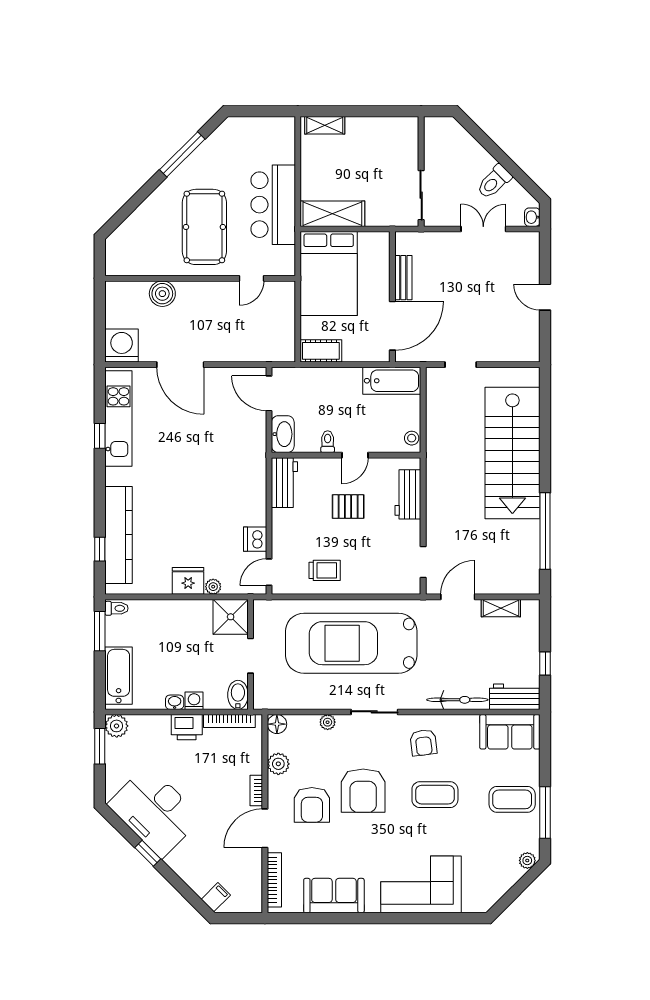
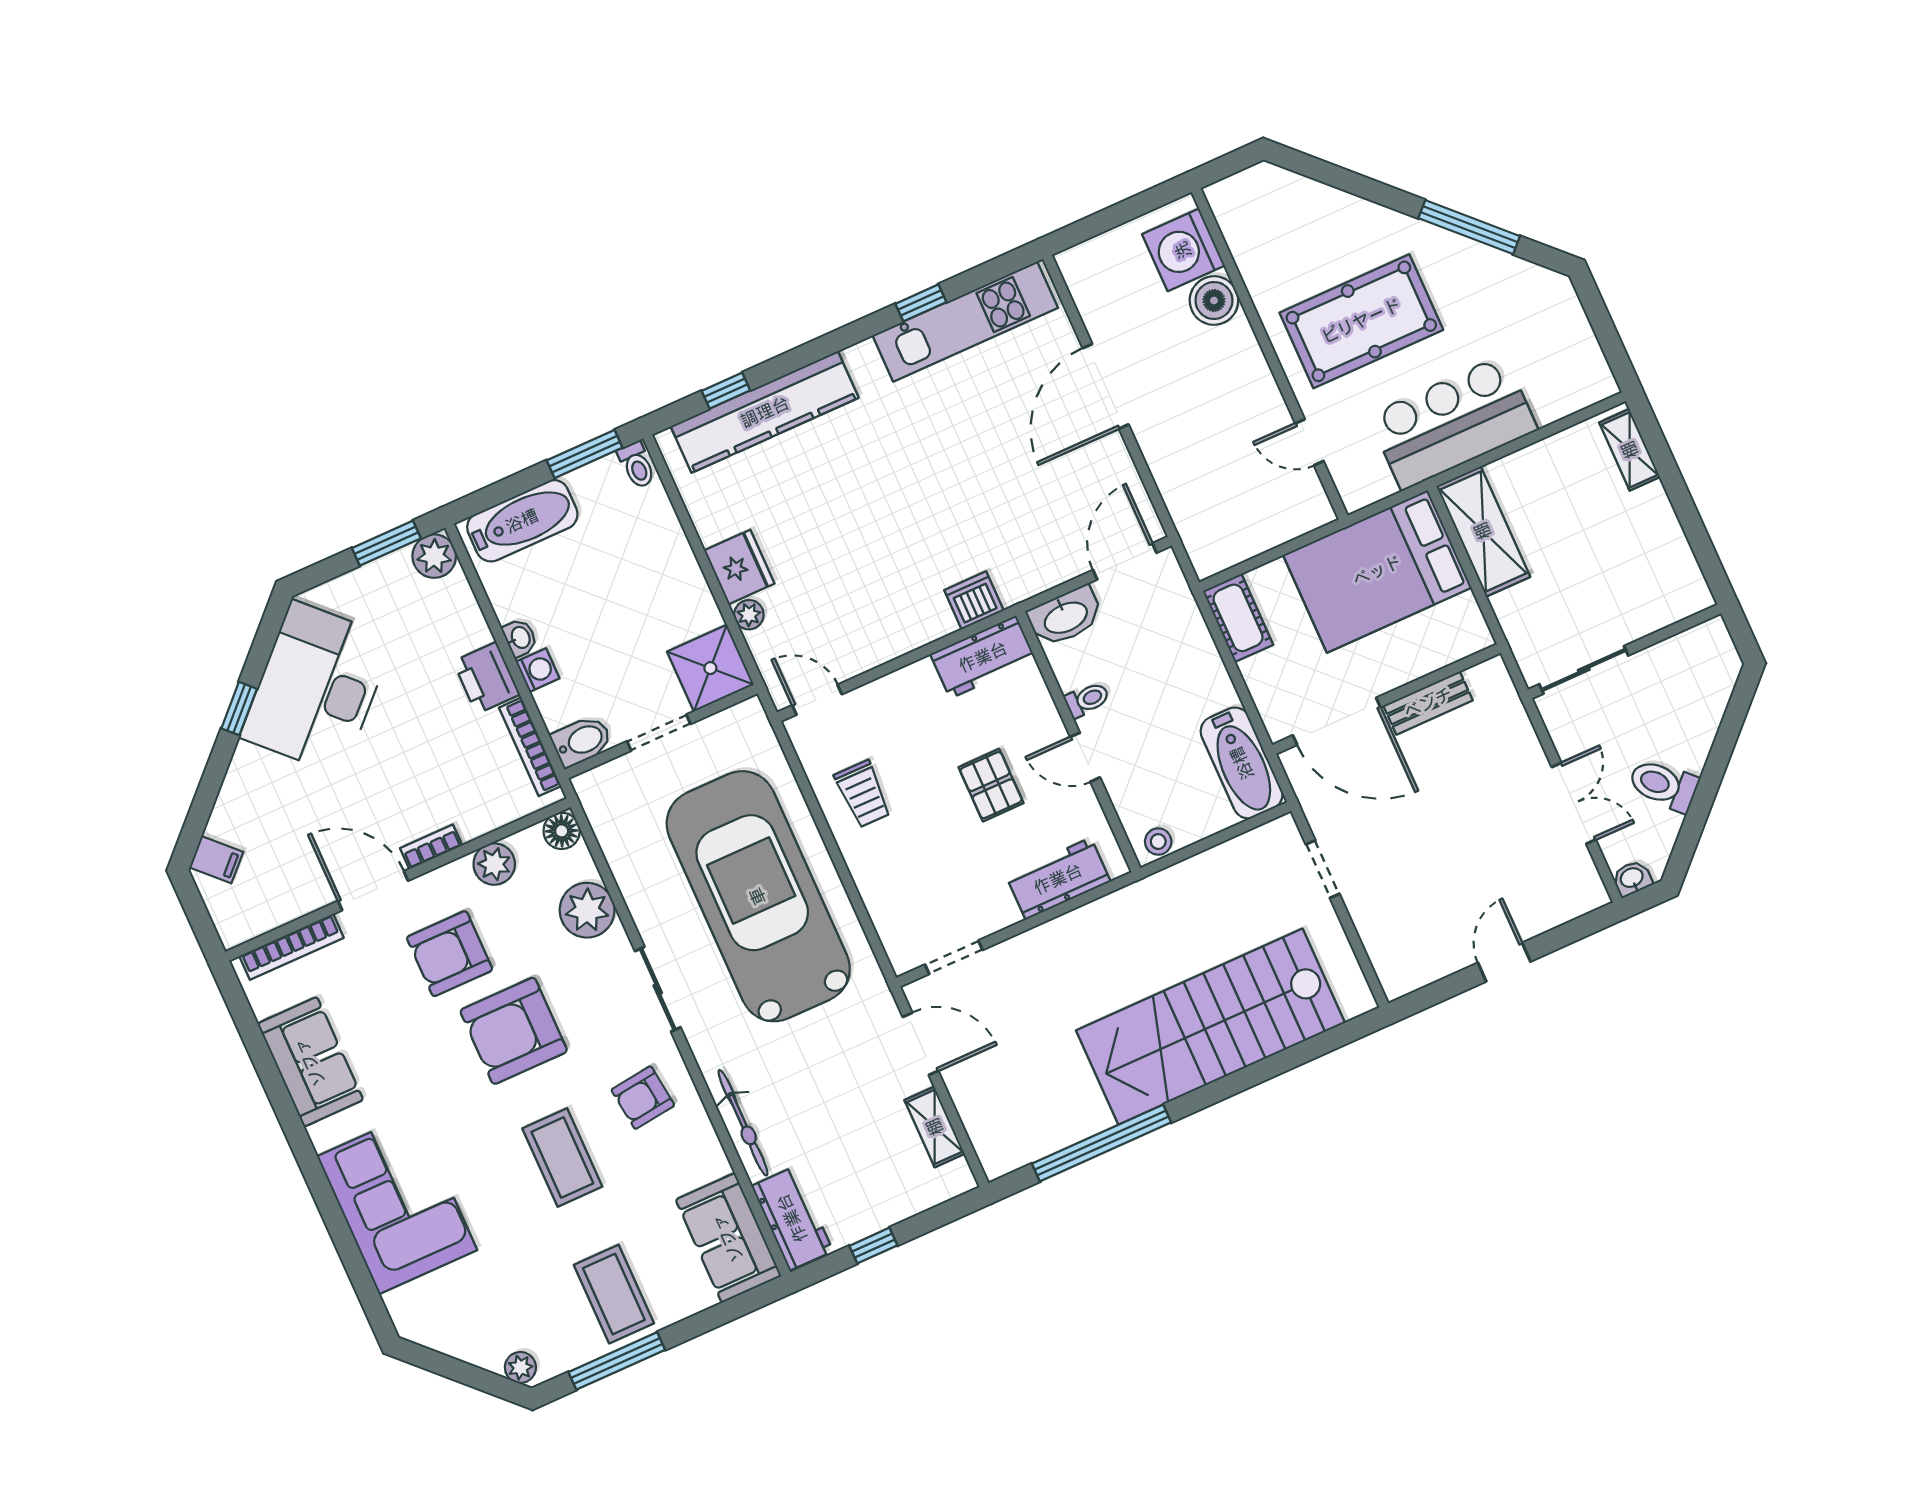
washing machine: (122, 346) -> (1183, 250), moved, turned 180
dishwasher: (255, 539) -> (974, 600), moved
plant: (328, 722) -> (587, 910), width x1.88, depth x1.88

